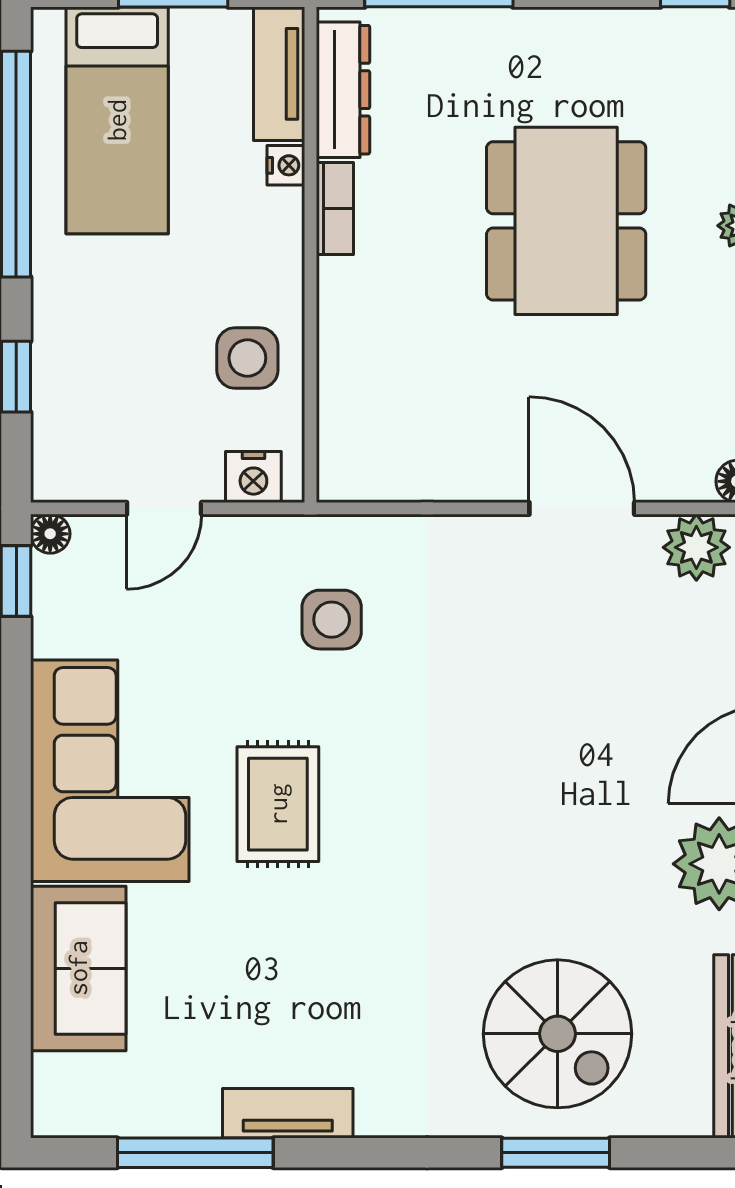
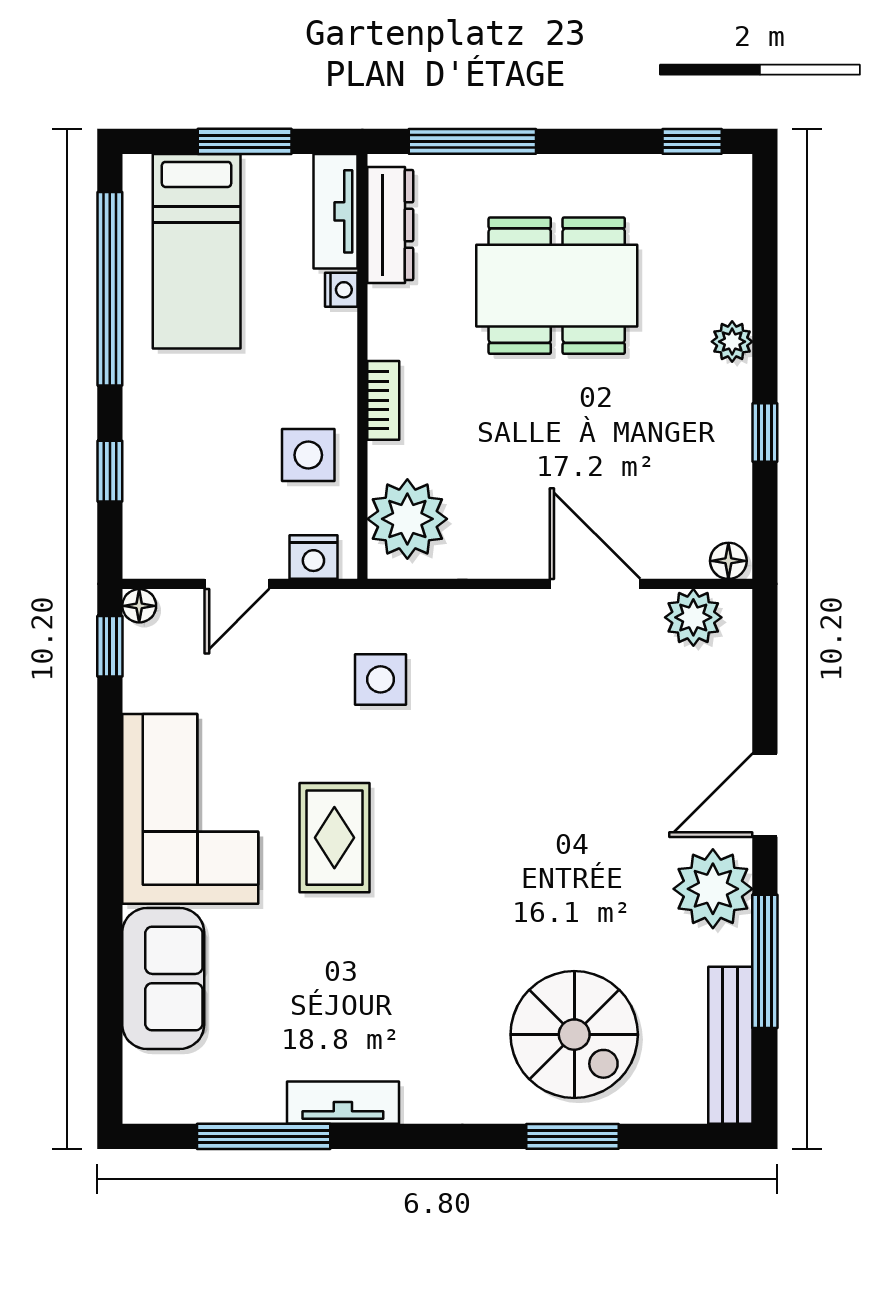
bookcase: (335, 208) -> (383, 400), moved
dining table: (566, 221) -> (557, 286), moved, turned 90
plant: (363, 433) -> (407, 519), added

